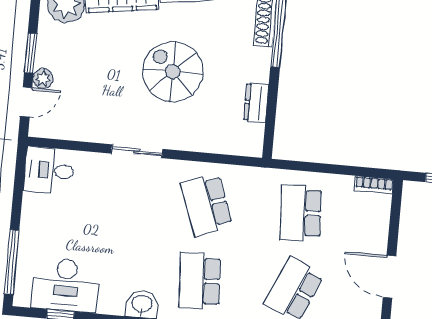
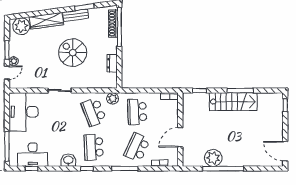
desk: (49, 170) -> (23, 112), width x1.87, depth x1.30
plant: (250, 179) -> (113, 98), added
door: (389, 277) -> (180, 137), hinge flipped

